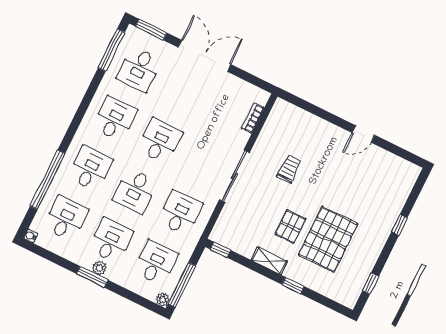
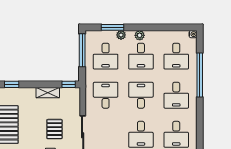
desk: (180, 213) -> (106, 95), turned 180
pallet: (290, 227) -> (54, 129), moved
shelving: (269, 261) -> (48, 93), moved
window: (92, 277) -> (112, 27), moved
plant: (163, 300) -> (121, 35), moved

